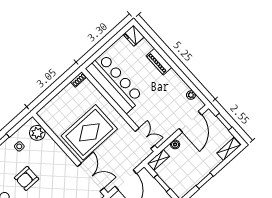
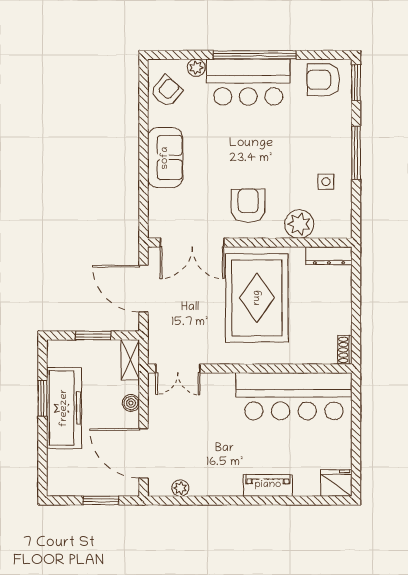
dresser: (47, 119) -> (329, 256), added
plant: (37, 133) -> (299, 224), moved
shelving: (229, 149) -> (56, 472), removed
freezer: (201, 169) -> (64, 408), added
armchair: (27, 178) -> (248, 206), moved

